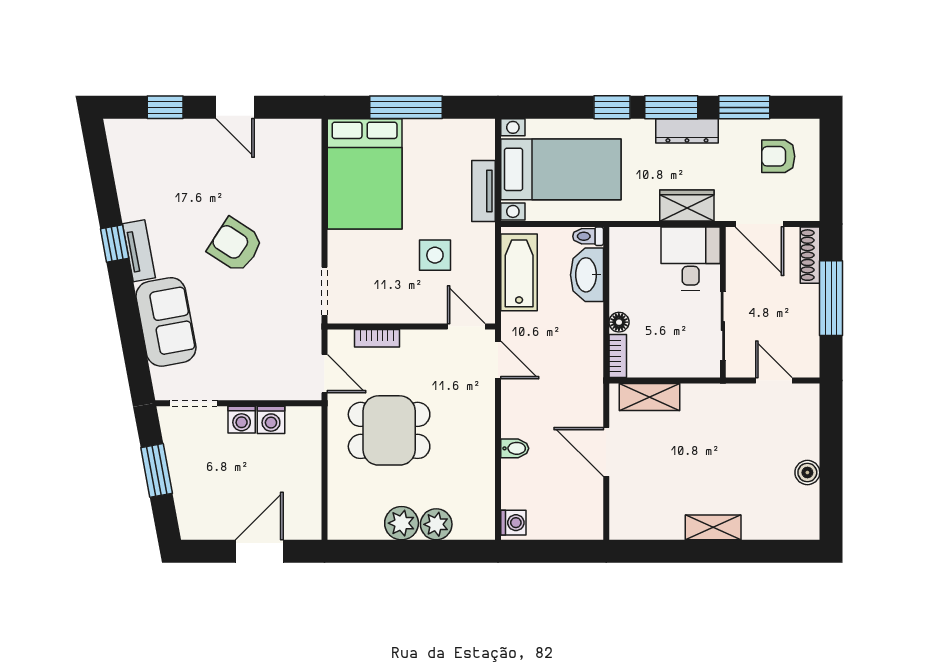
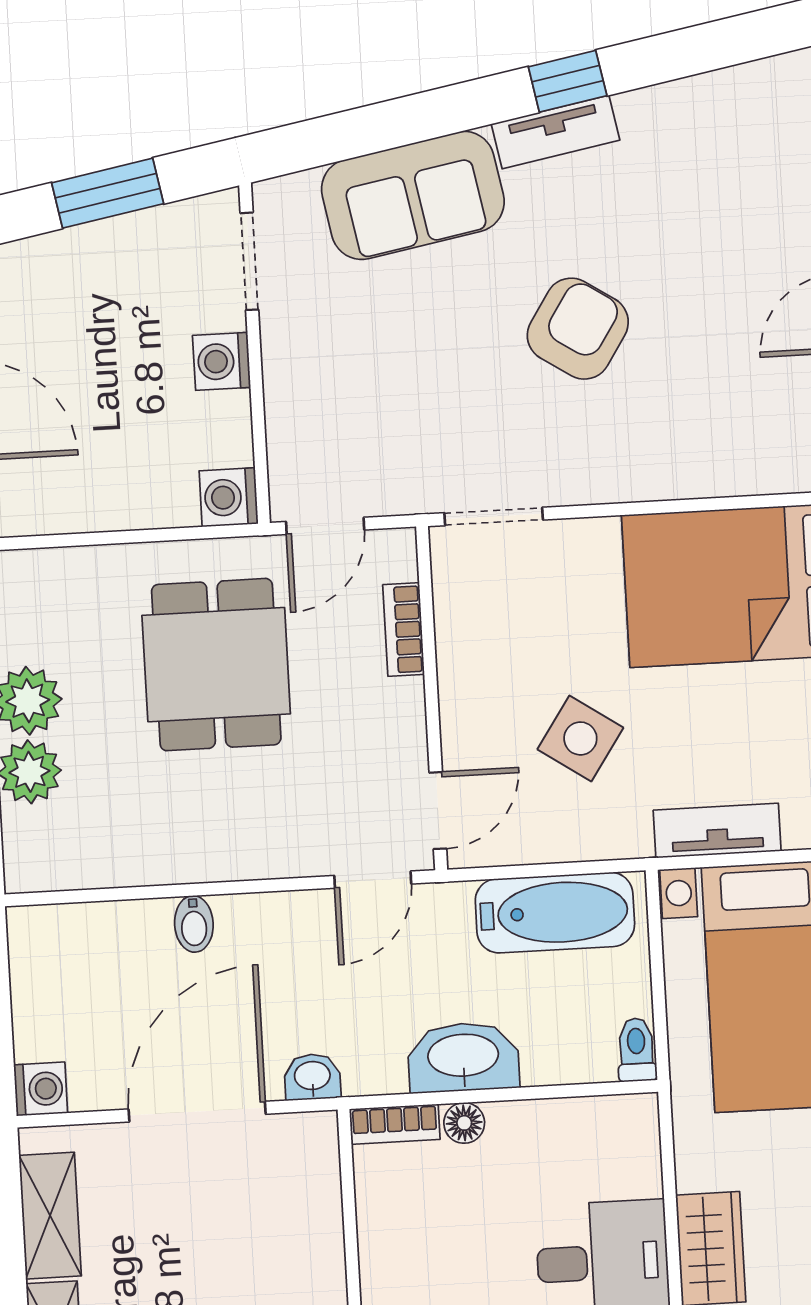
side table: (435, 255) -> (580, 738), turned 34
washbasin: (587, 275) -> (463, 1057), moved
washbasin: (592, 395) -> (312, 1077), added
shelving: (650, 397) -> (50, 1216), moved
washing machine: (271, 420) -> (229, 497), moved
door: (606, 452) -> (197, 1112), width x1.36
washing machine: (513, 523) -> (41, 1089), moved, turned -90

